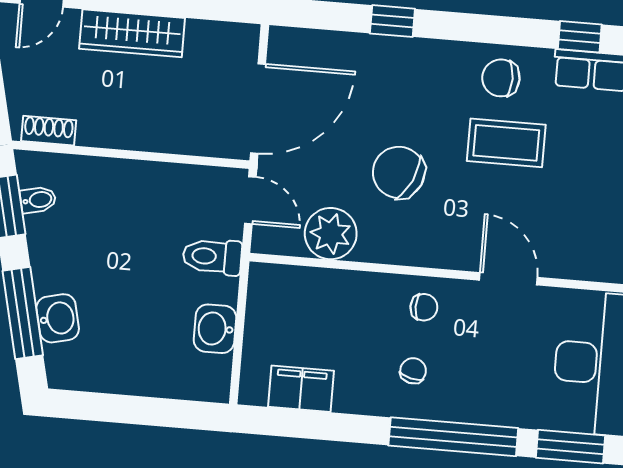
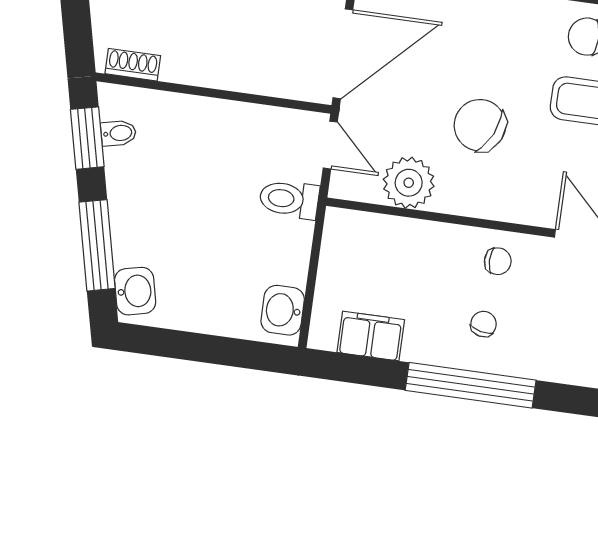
washbasin: (58, 318) -> (135, 291), moved
washbasin: (215, 329) -> (283, 310), moved
window: (453, 437) -> (471, 385), moved

